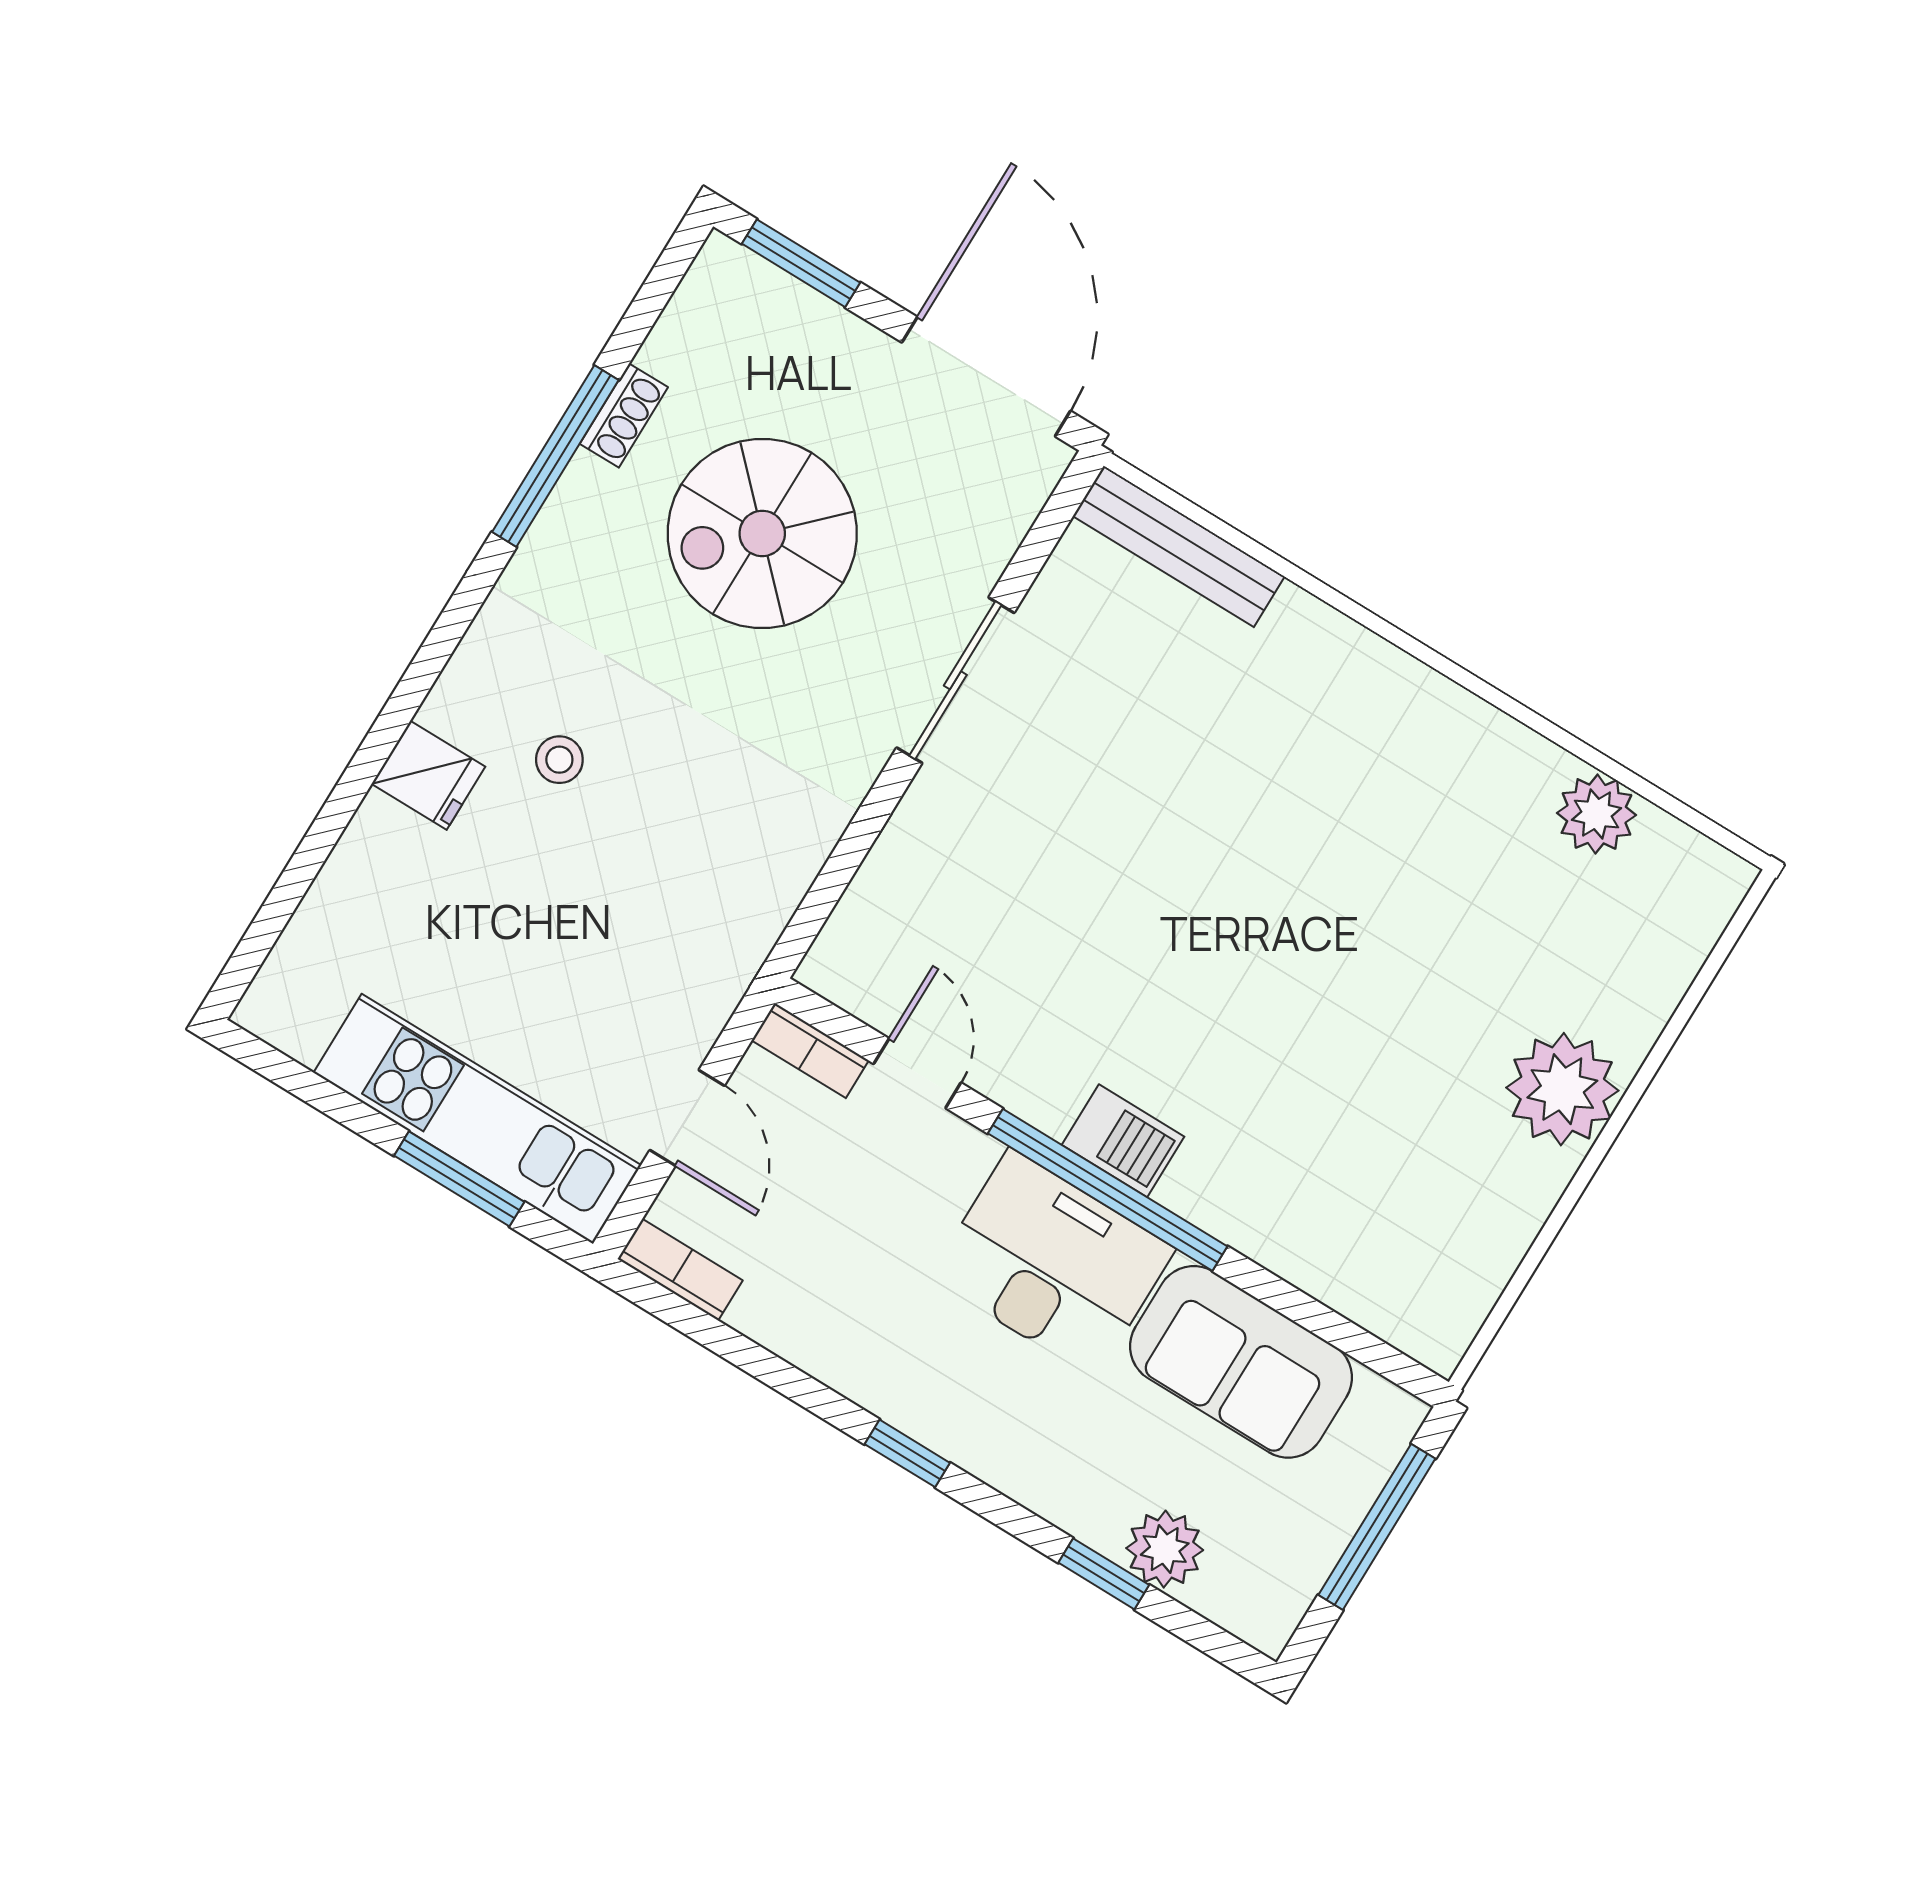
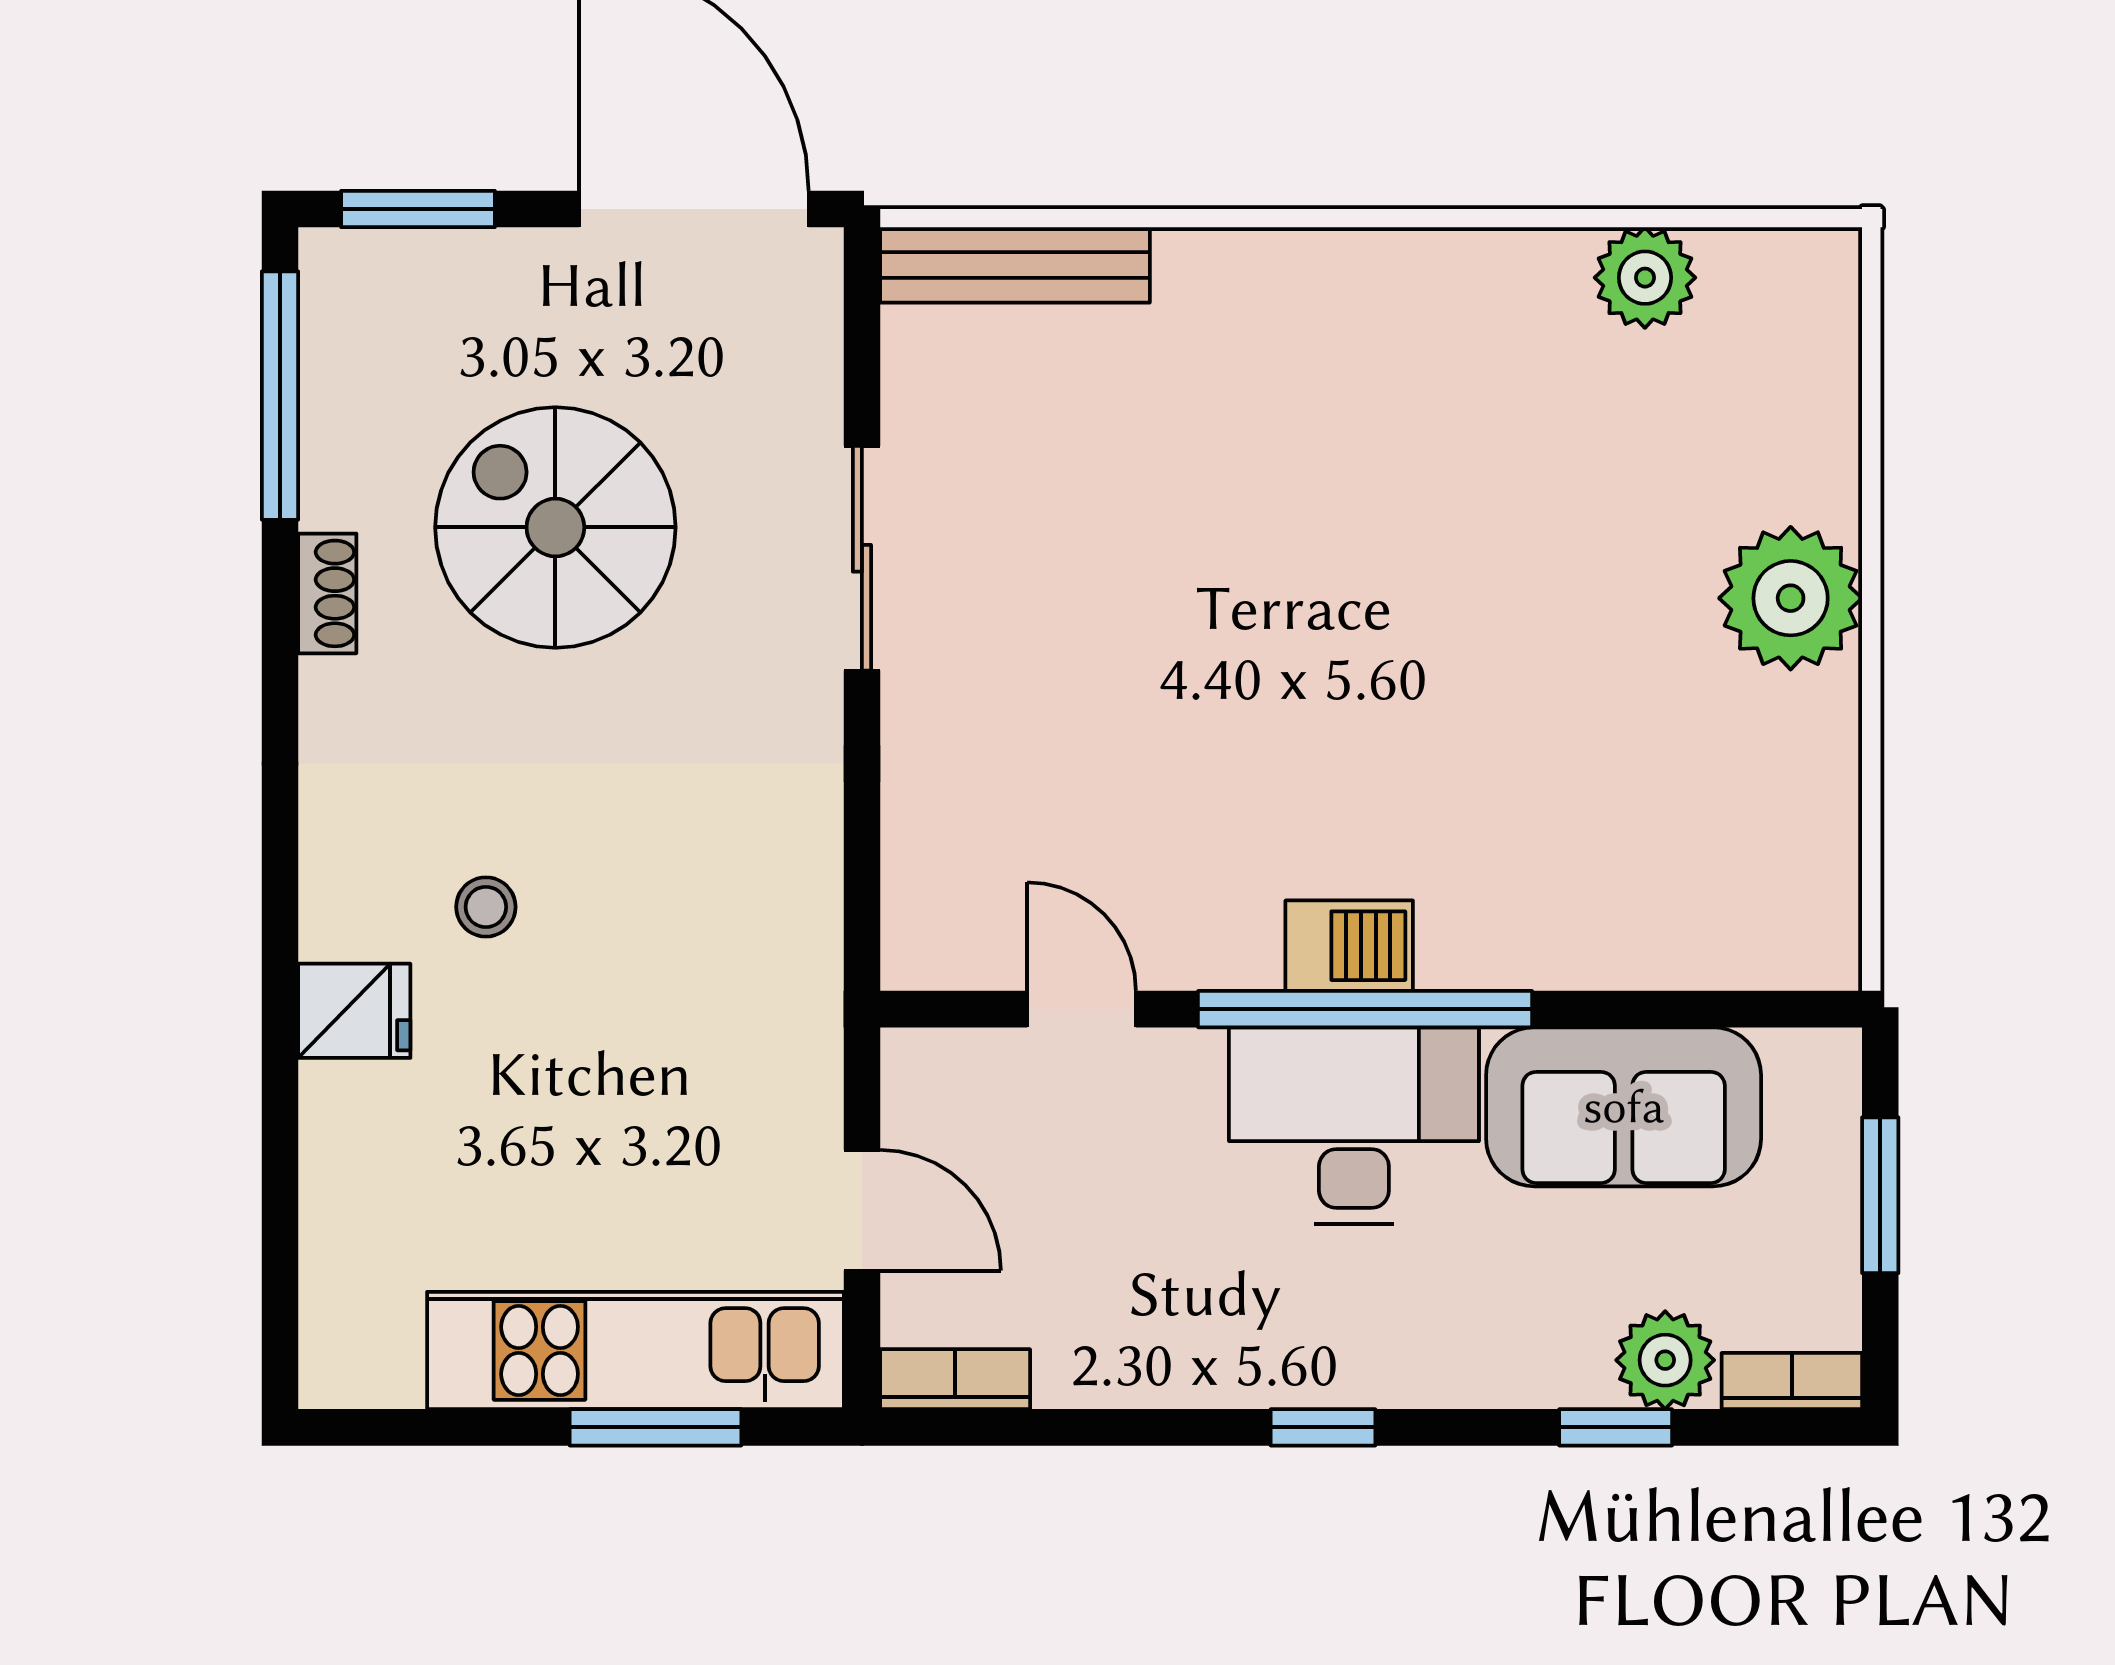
shoe rack: (624, 415) -> (327, 593), moved
window: (555, 456) -> (280, 396), moved
spiral stairs: (762, 533) -> (555, 527), turned 90
bookcase: (810, 1050) -> (1792, 1381), moved, turned 180
window: (1377, 1527) -> (1880, 1195), width x0.69

